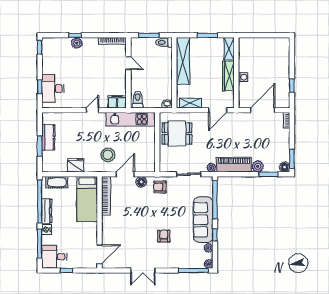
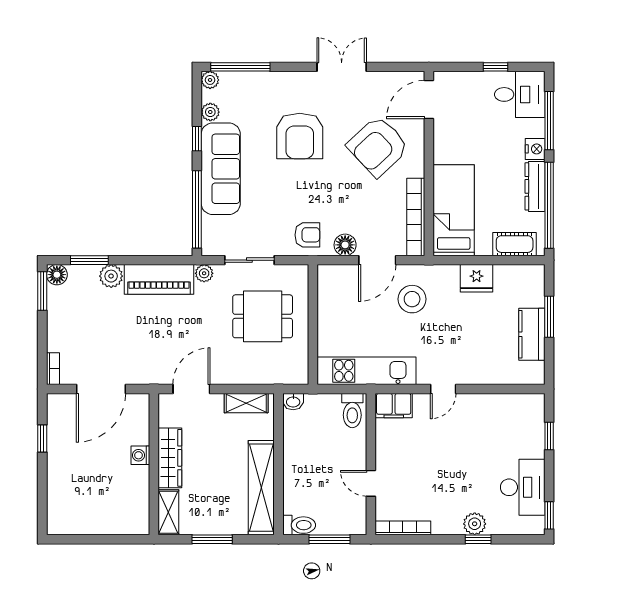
desk: (53, 89) -> (523, 487), moved
dining table: (177, 134) -> (263, 316), moved
armchair: (125, 231) -> (378, 146), added
armchair: (164, 236) -> (300, 136), width x1.88, depth x1.88

